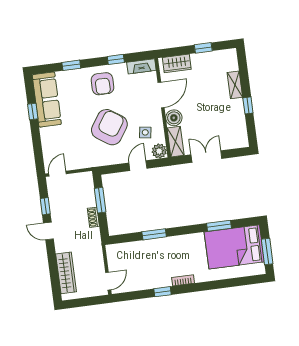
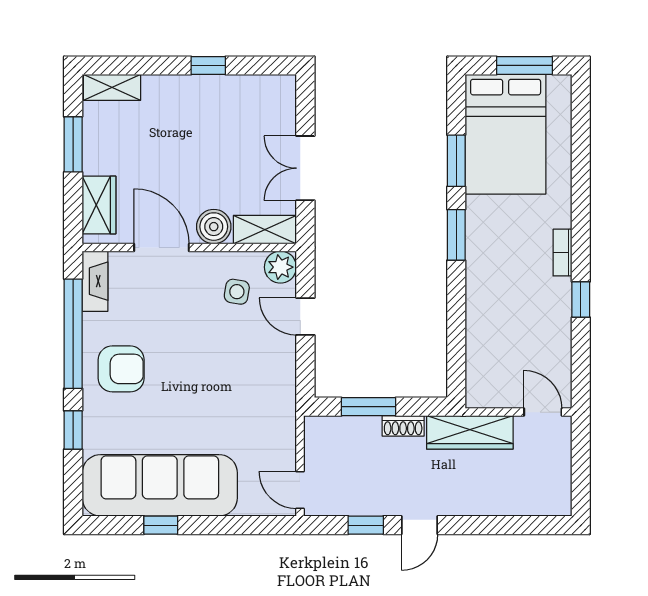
window: (203, 48) -> (73, 144), width x1.50
window: (116, 59) -> (73, 334), width x3.17
shelving: (235, 85) -> (112, 87), moved
sofa: (47, 100) -> (160, 485), width x1.36, depth x1.27
armchair: (109, 127) -> (216, 366), removed
window: (154, 234) -> (456, 235), moved
wardrobe: (66, 273) -> (470, 432), moved, turned 180

